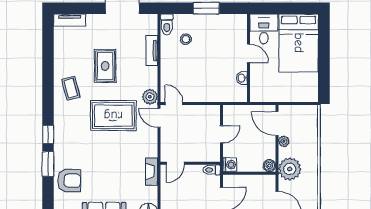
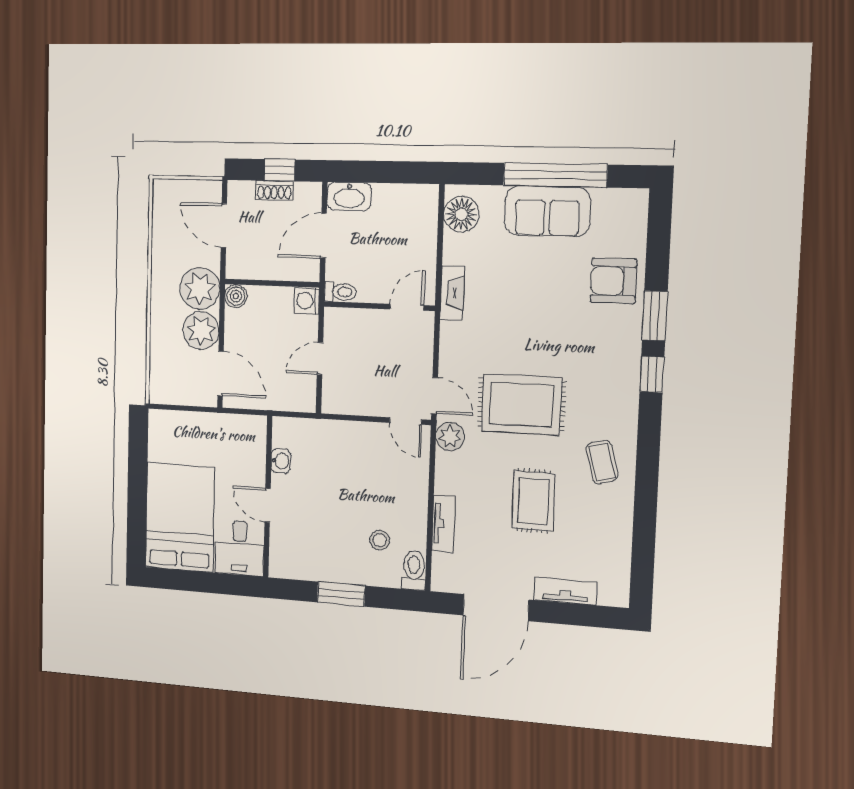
tv unit: (70, 20) -> (565, 591), moved
plant: (284, 141) -> (201, 331), width x1.87, depth x1.87

